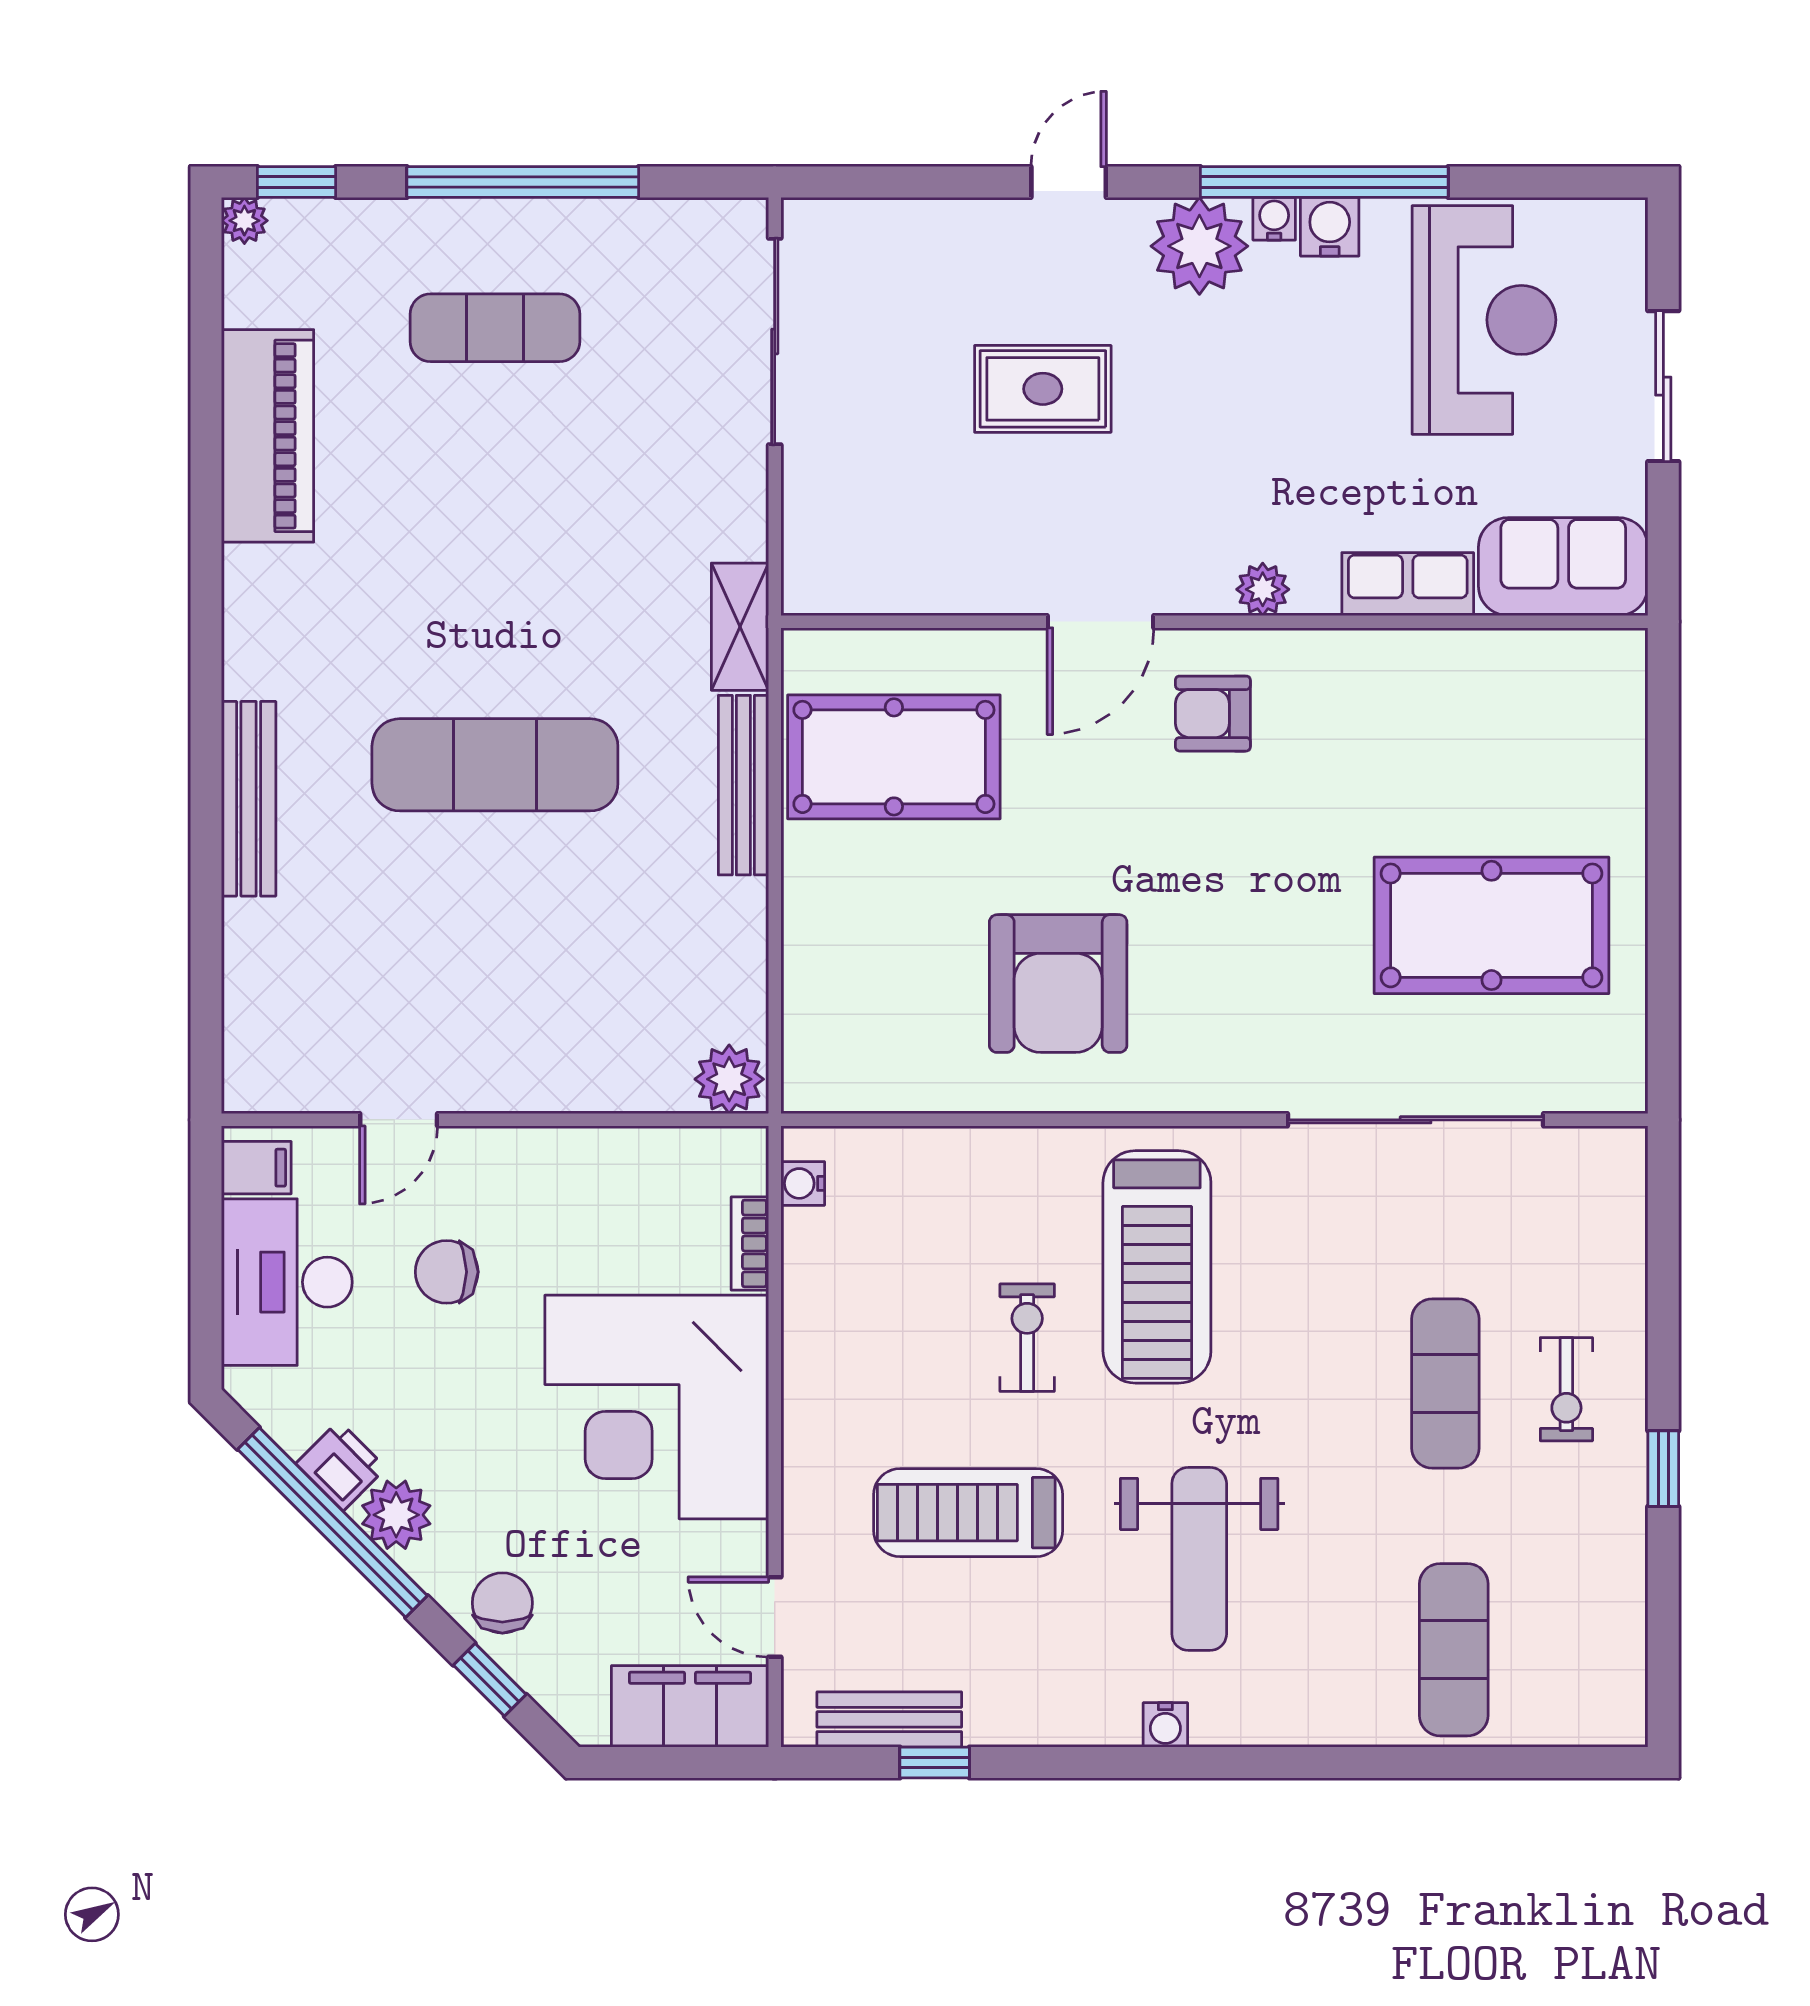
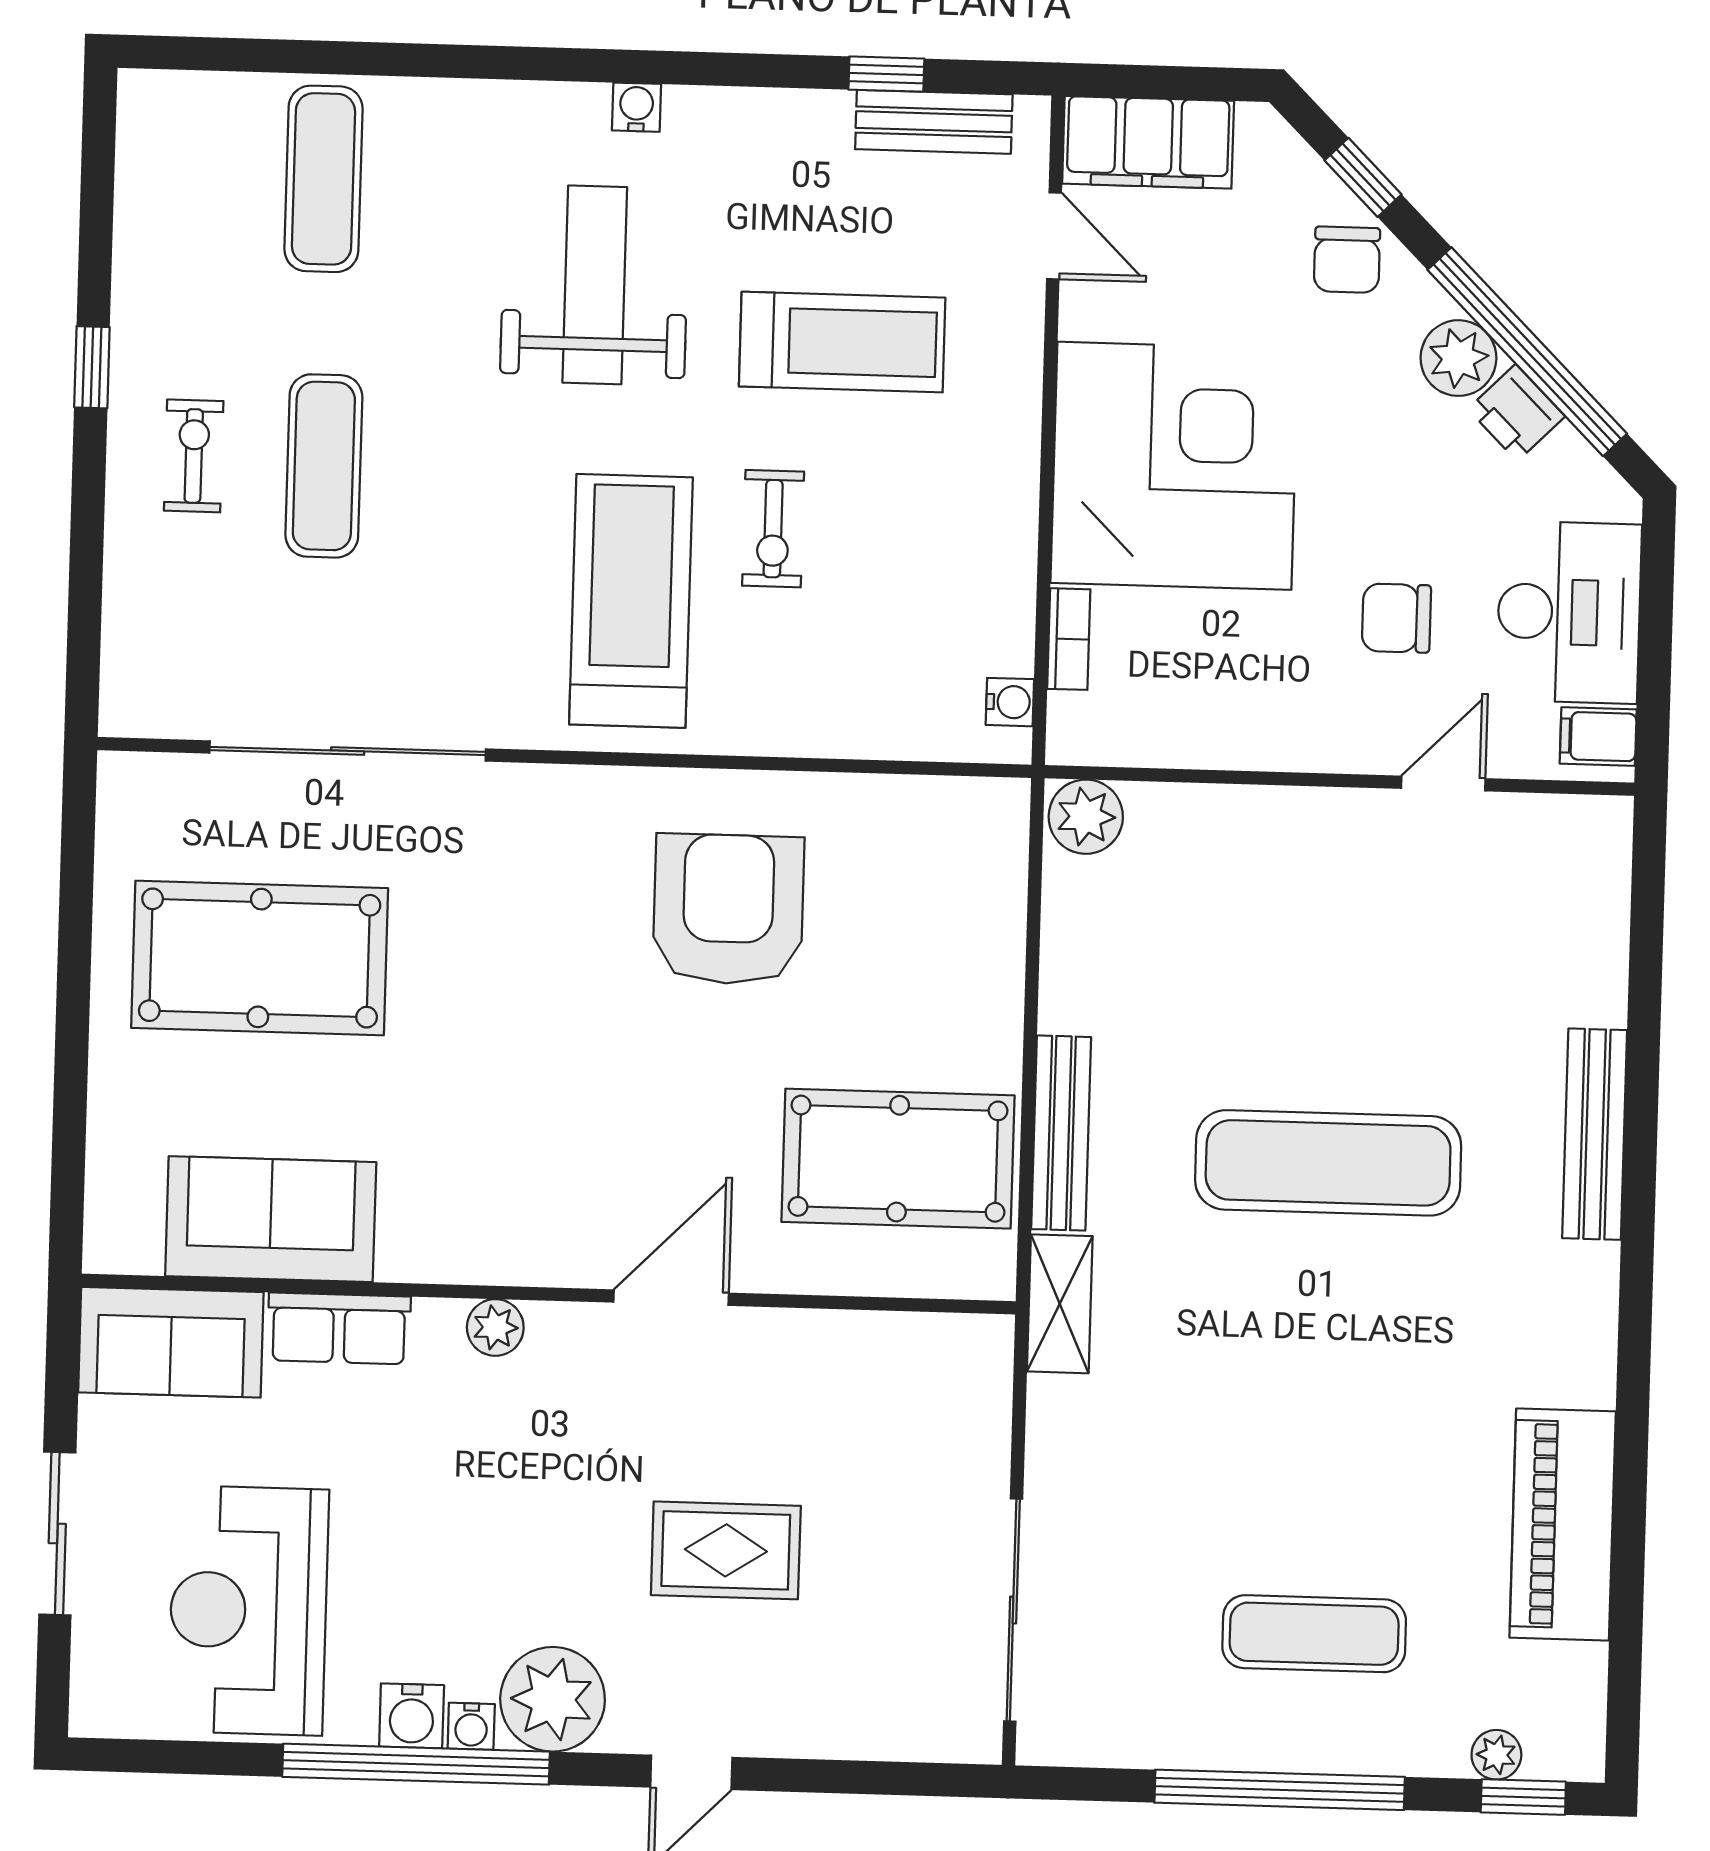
plant: (244, 221) -> (1496, 1755), moved
sofa: (1474, 684) -> (271, 1219), added
armchair: (1213, 714) -> (553, 1195), removed
chair: (447, 1272) -> (1396, 618), turned 180

